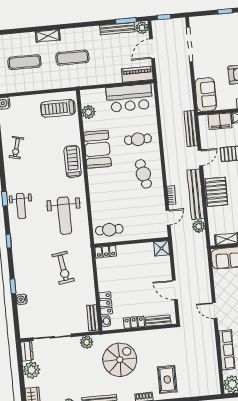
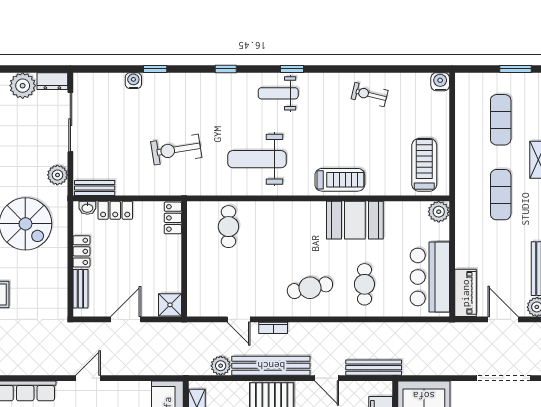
plant: (89, 112) -> (439, 212), moved
wall: (131, 242) -> (184, 259), moved
shower: (162, 248) -> (170, 305), moved
locker: (106, 252) -> (173, 218), moved

